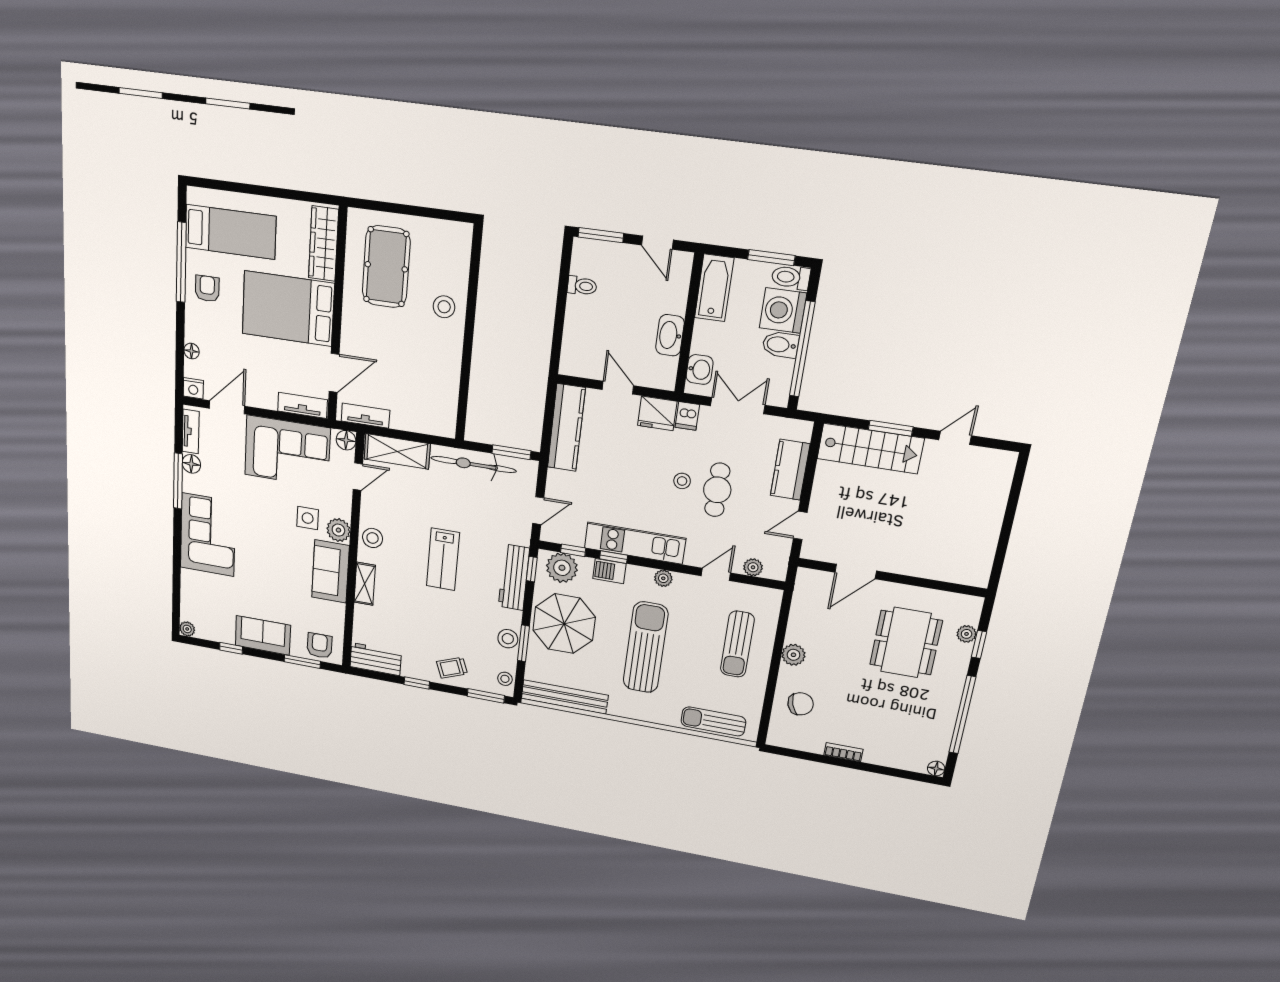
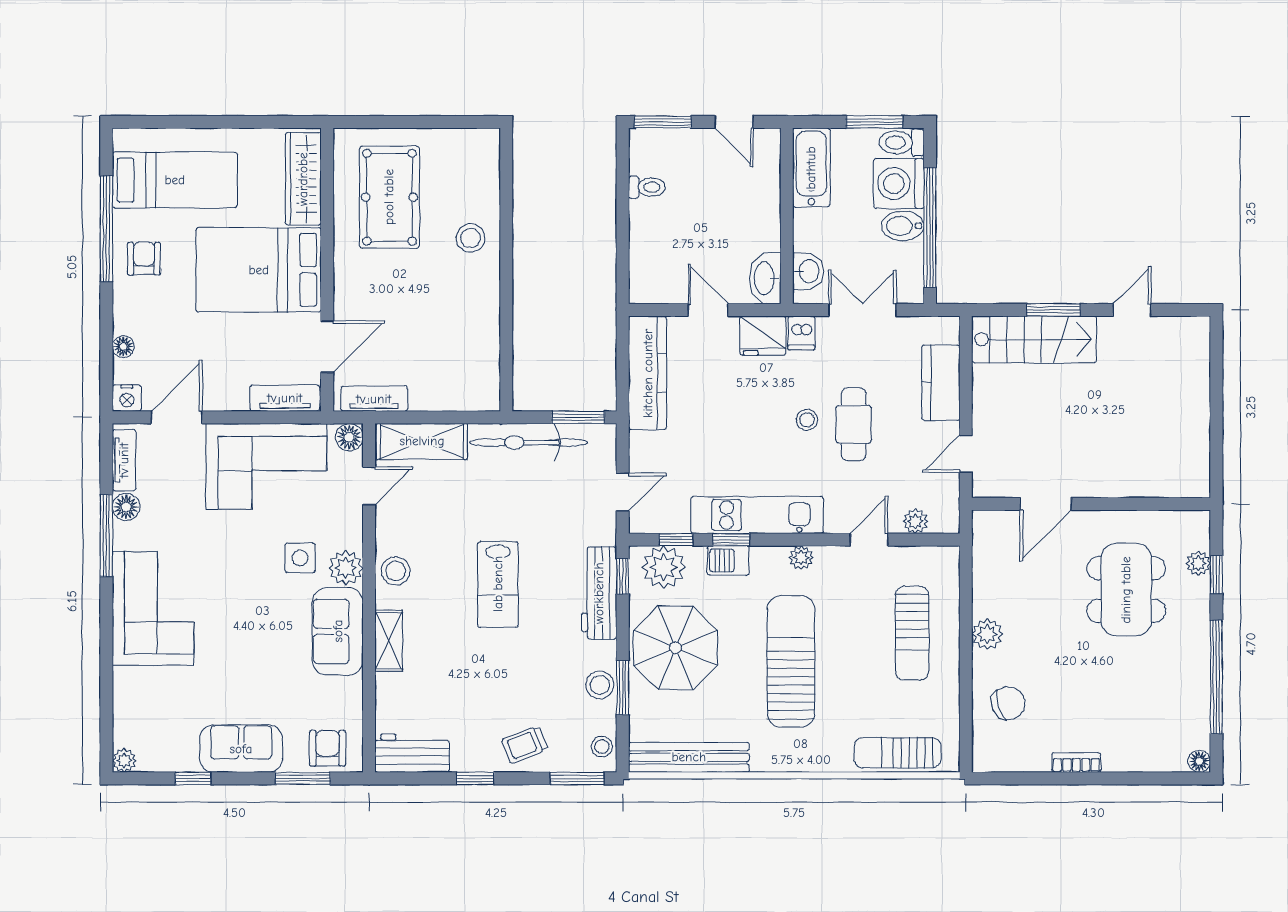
washbasin: (670, 335) -> (765, 278), moved

